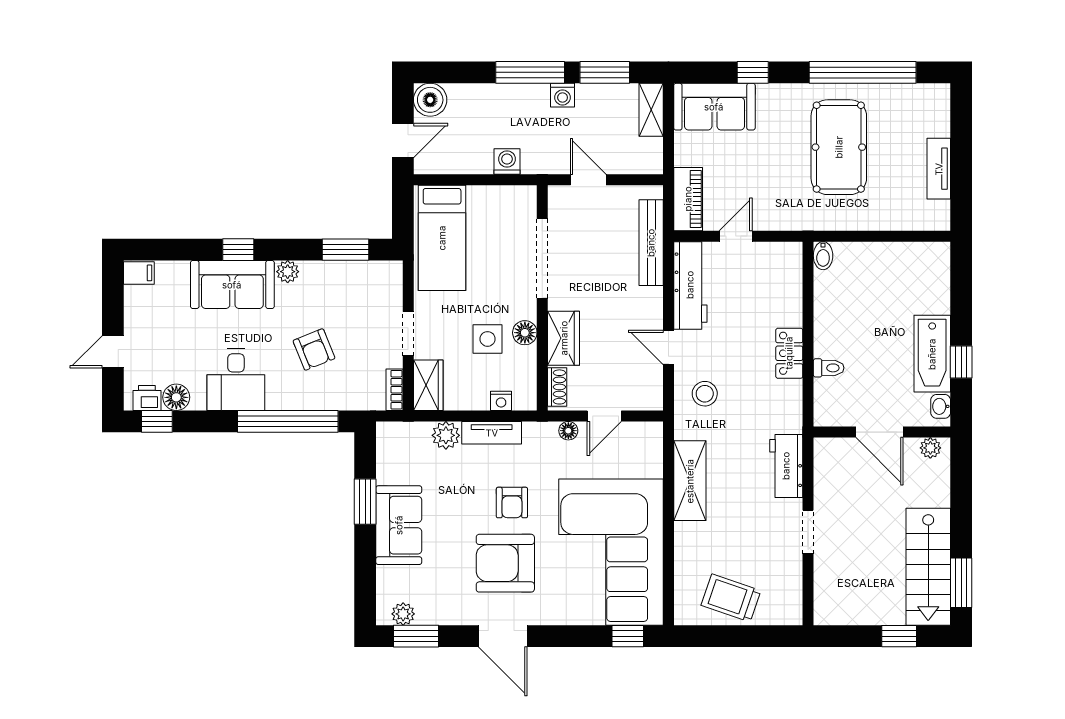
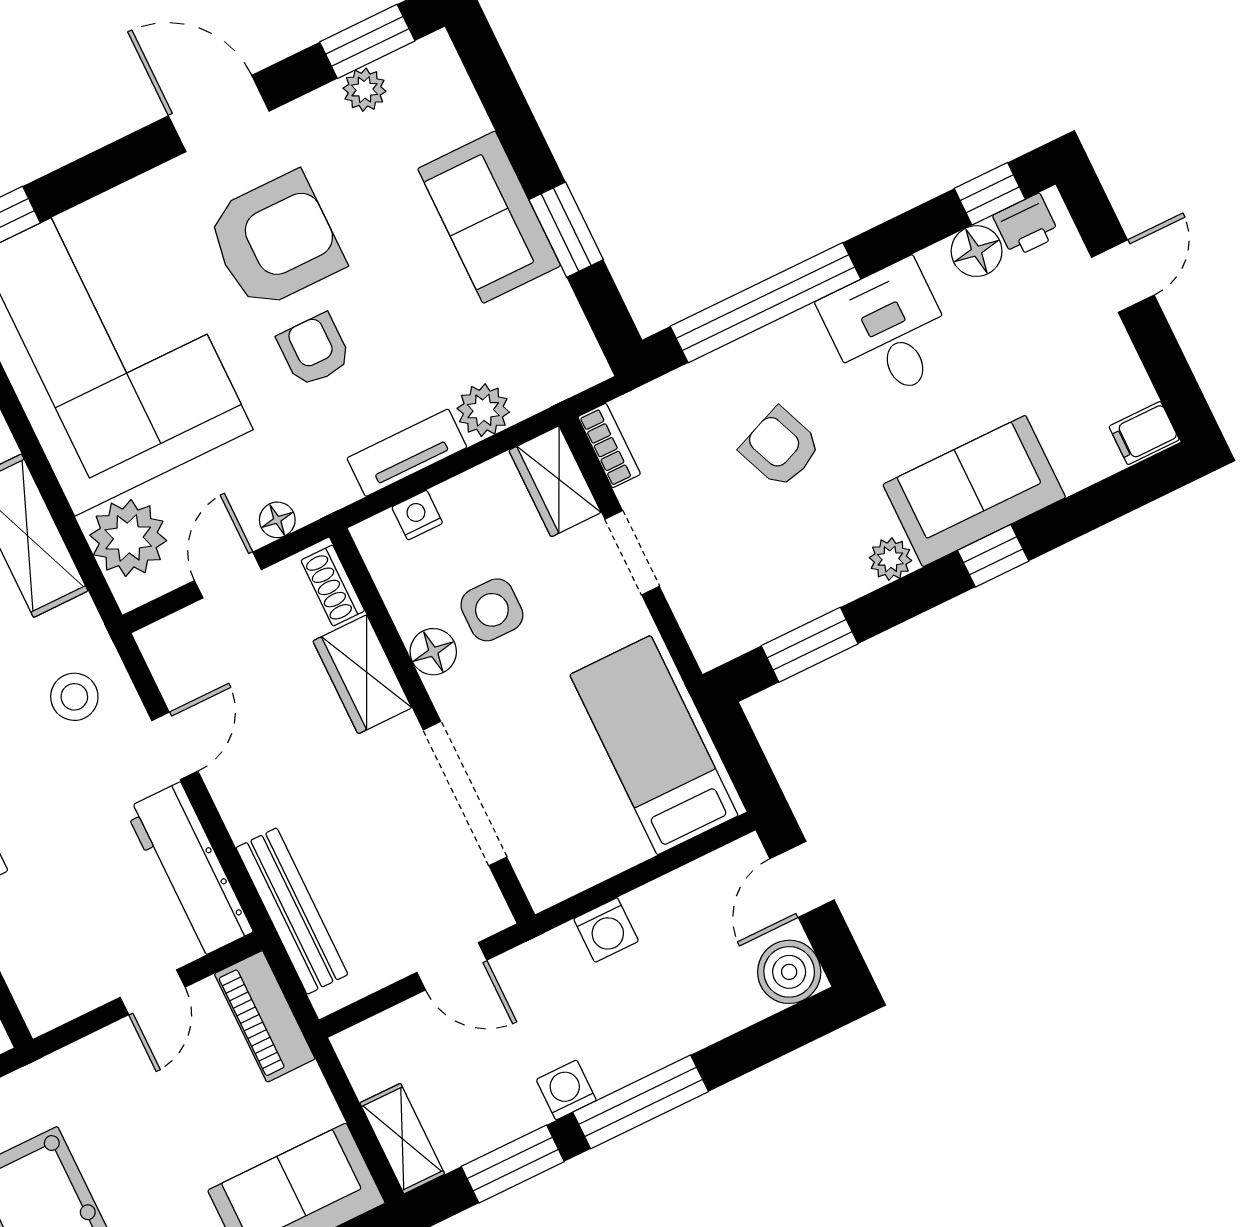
door: (669, 347) -> (175, 746), hinge flipped
plant: (643, 456) -> (128, 538), added
plant: (403, 614) -> (364, 90), moved

